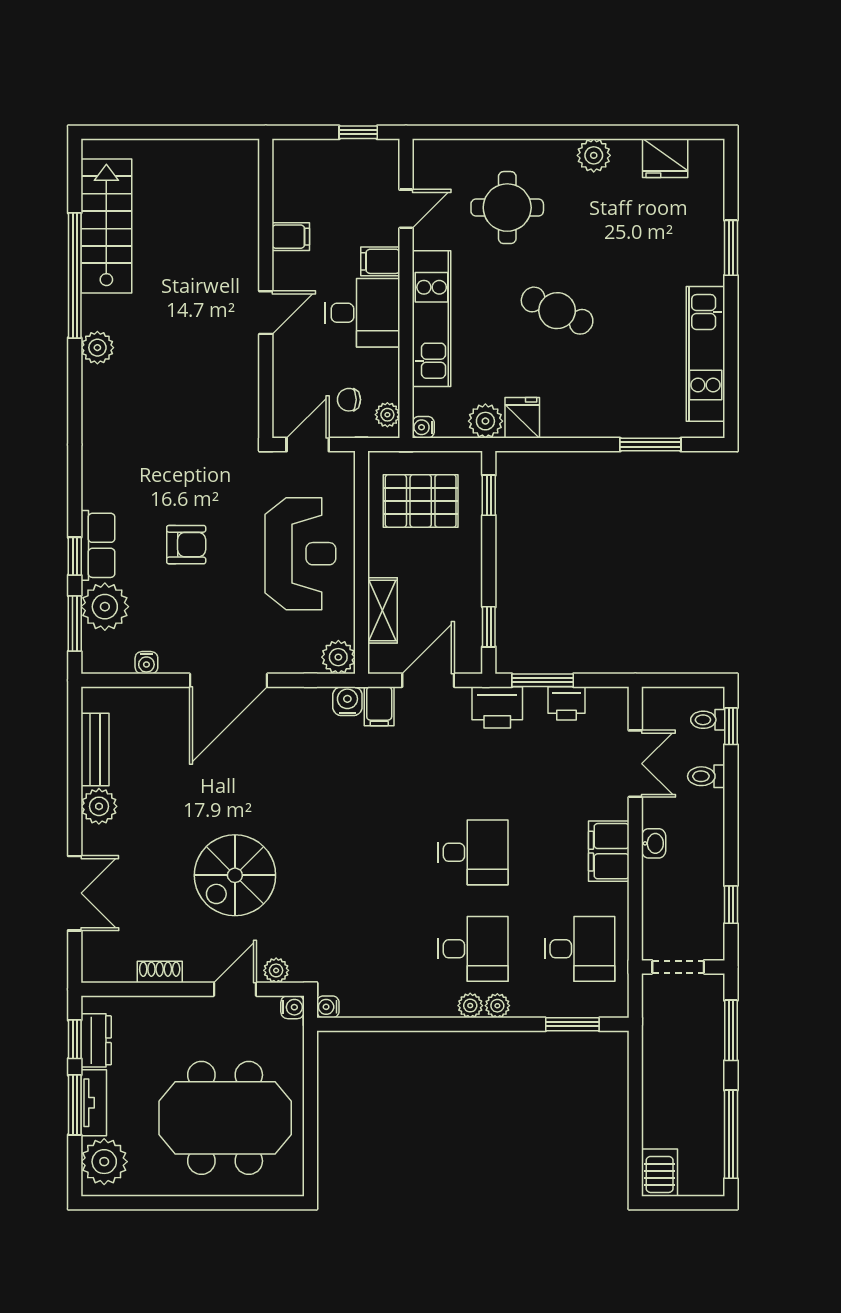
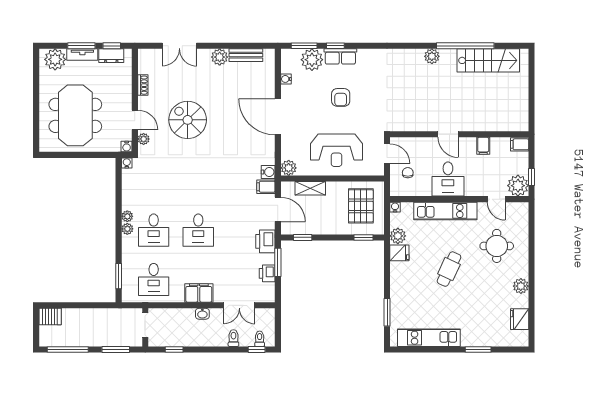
filing cabinet: (380, 261) -> (520, 144), moved, turned -90
plant: (387, 415) -> (518, 186), moved, width x1.88, depth x1.88
plant: (497, 1006) -> (127, 216), moved

